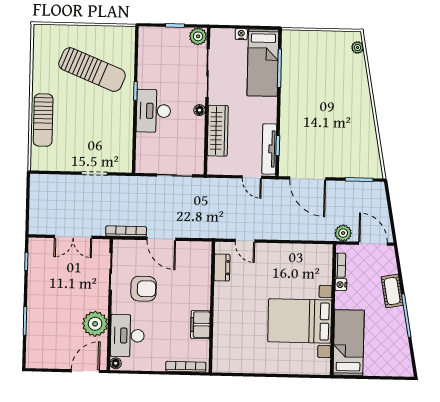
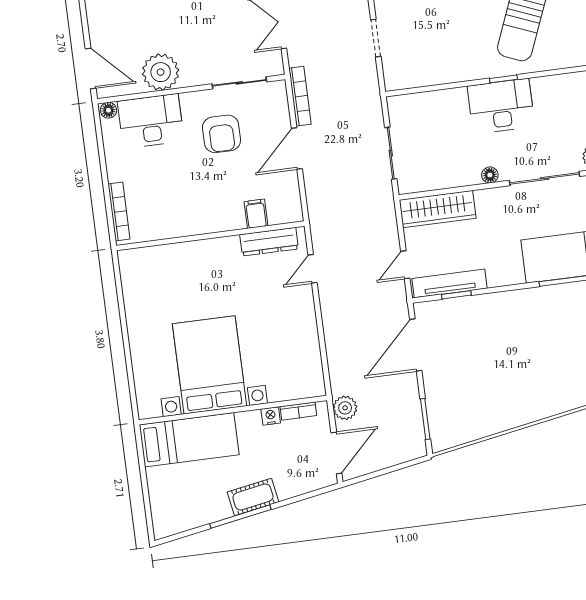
desk: (153, 111) -> (501, 106), moved
wardrobe: (218, 131) -> (438, 209), moved
dresser: (222, 268) -> (269, 242), width x1.44
cot: (392, 291) -> (253, 497), moved
filing cabinet: (200, 325) -> (256, 214), moved, width x0.50

